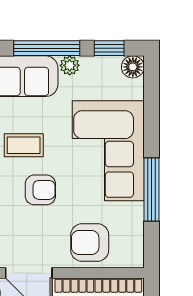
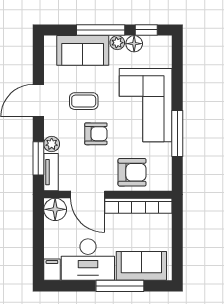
floor lamp: (133, 67) -> (134, 44), moved
armchair: (90, 243) -> (132, 172), turned 180

